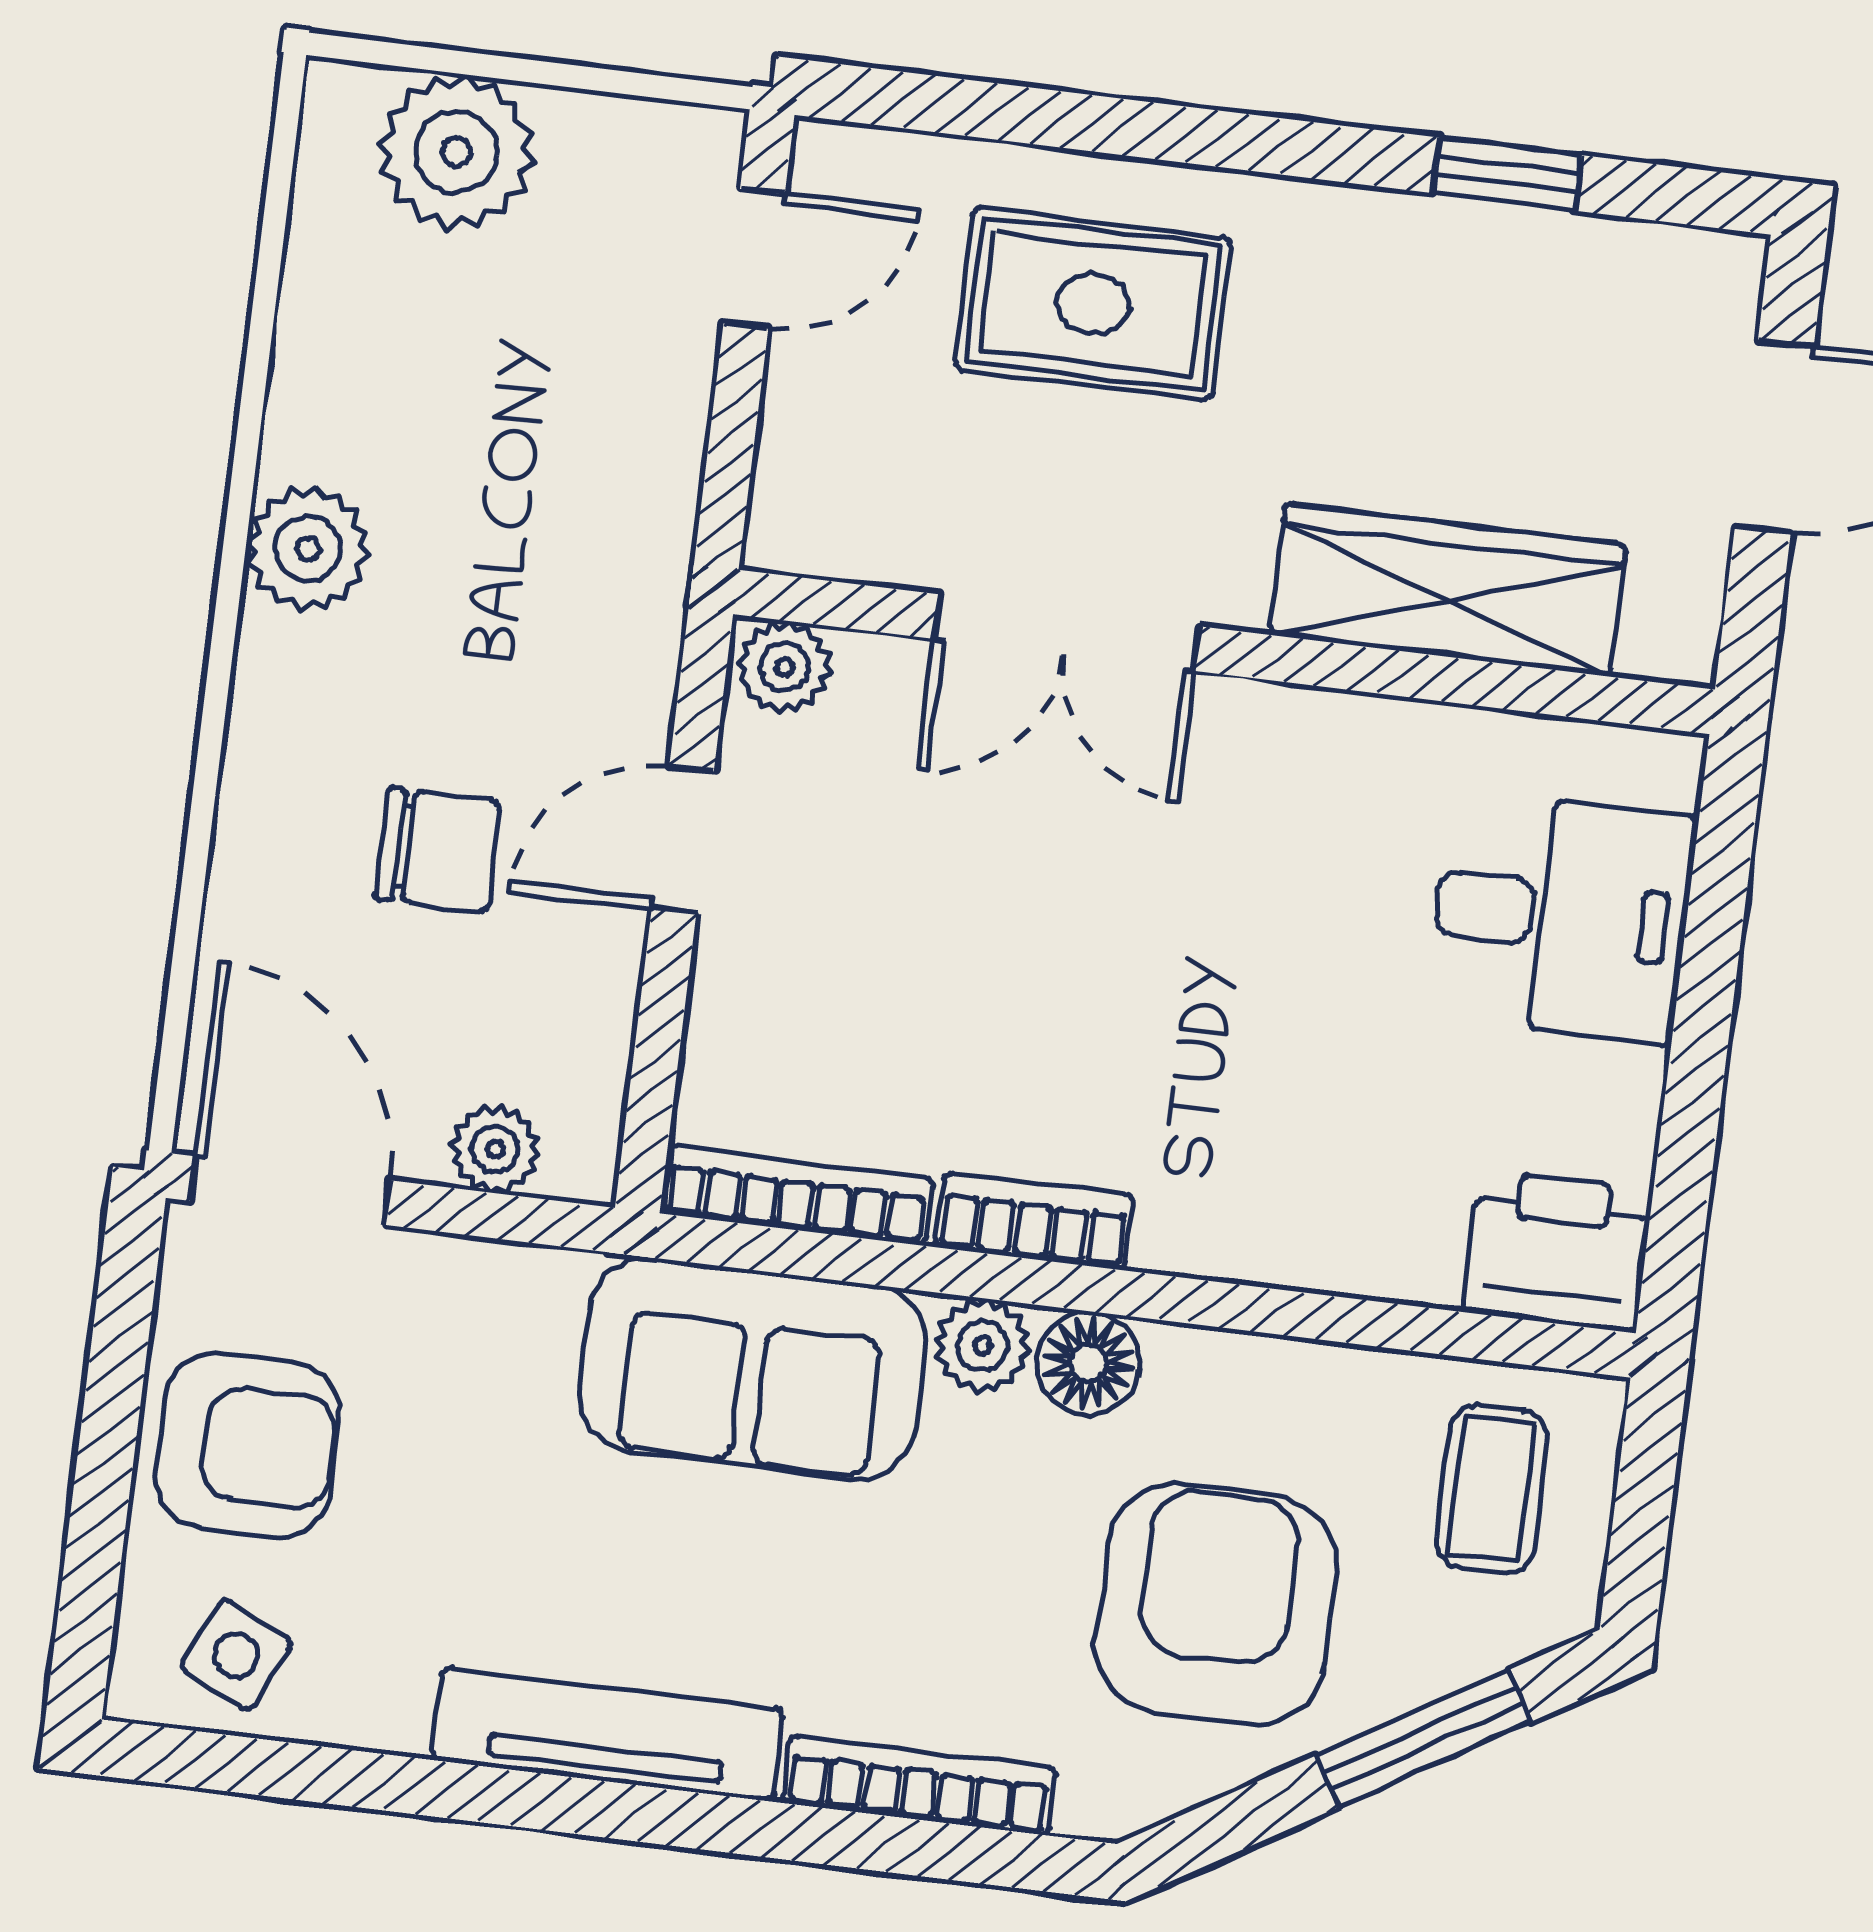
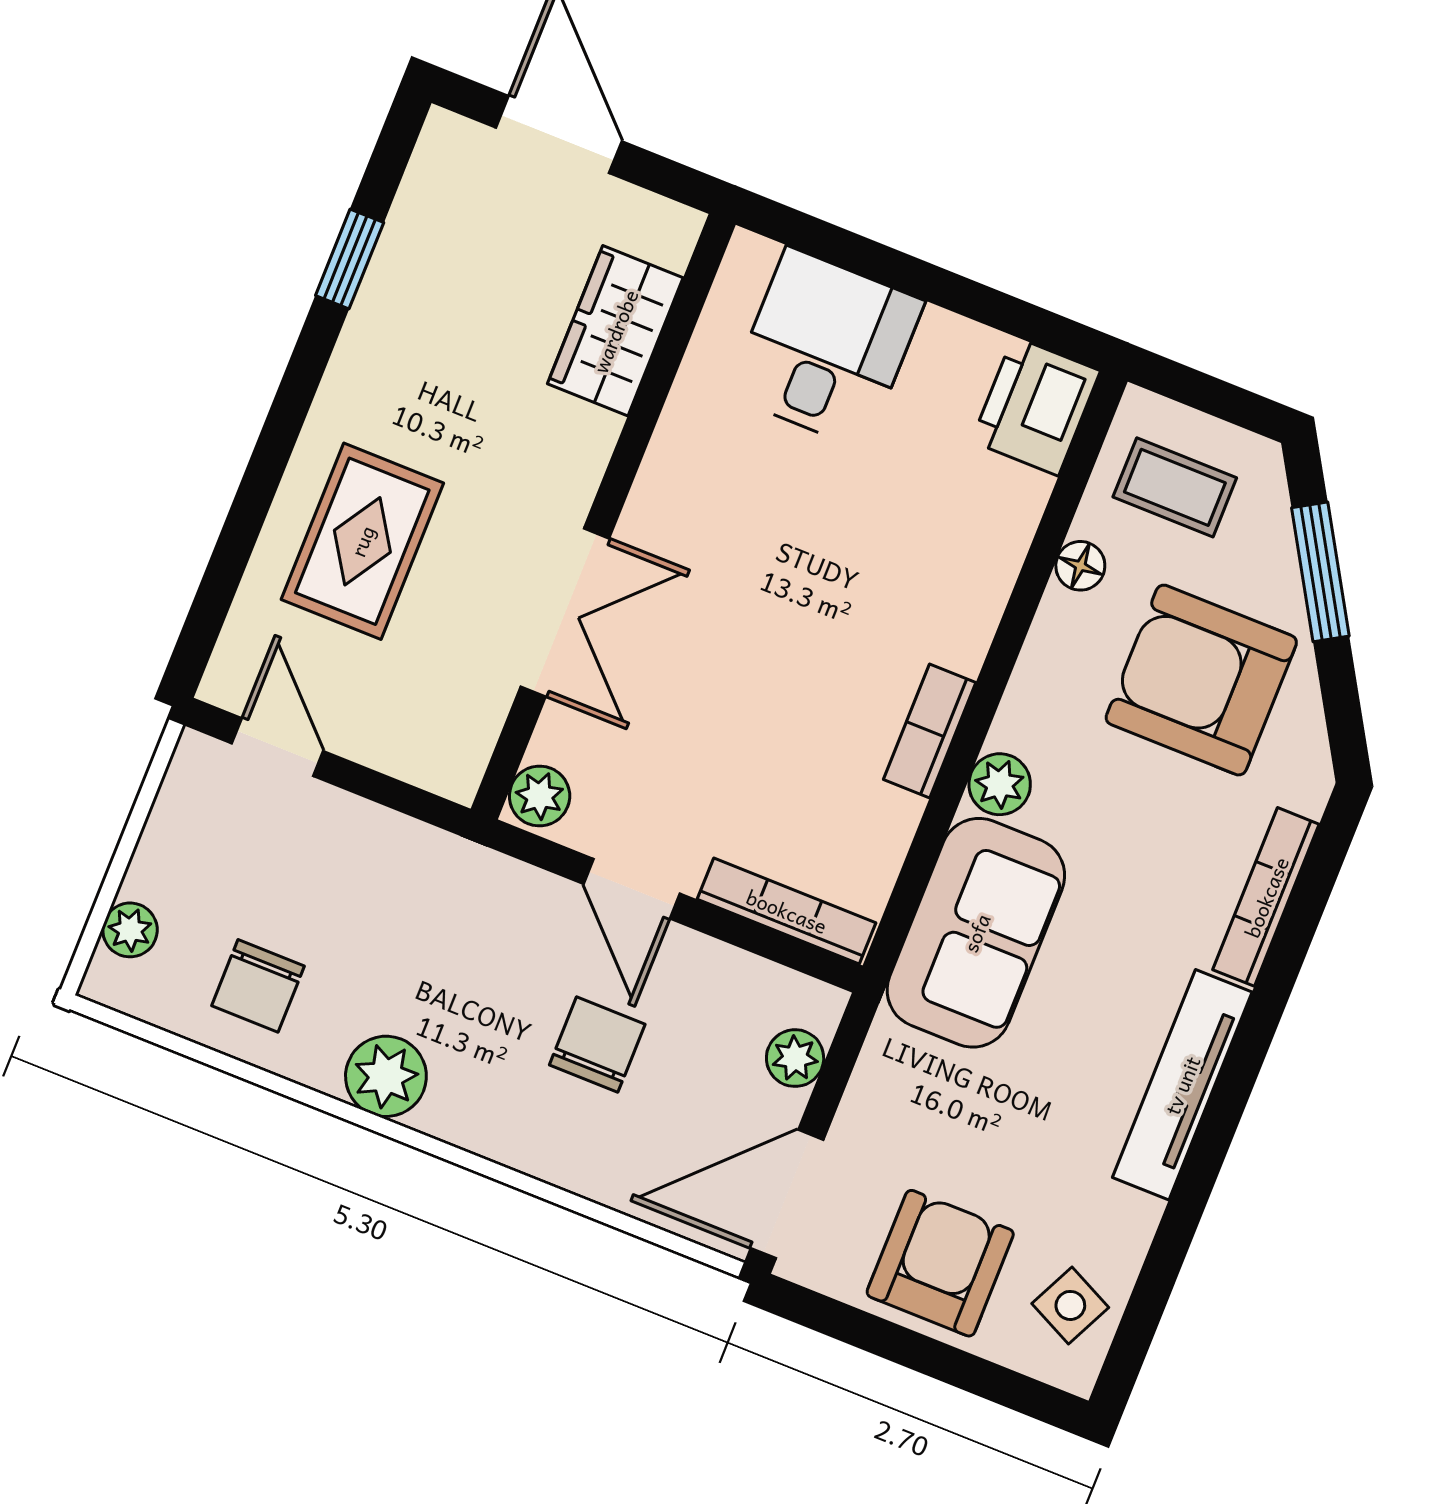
plant: (456, 152) -> (130, 930), width x0.53, depth x0.53
chair: (392, 323) -> (258, 986), added
wardrobe: (1448, 590) -> (615, 331), width x0.67
bookcase: (797, 1196) -> (787, 911), moved, turned 90
floor lamp: (1088, 1363) -> (1080, 566), moved, width x0.73, depth x0.73

